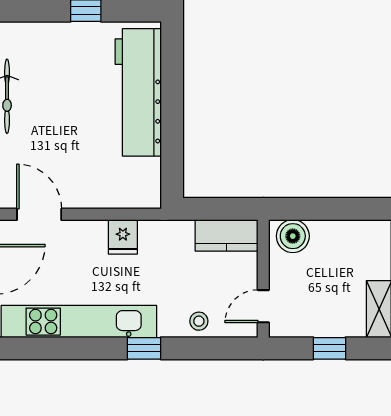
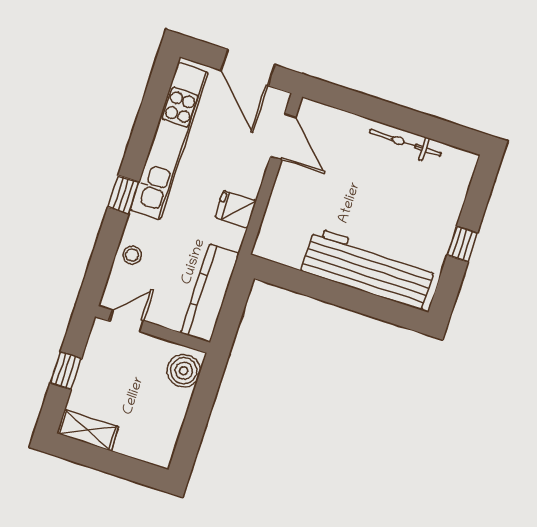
door: (39, 214) -> (283, 137), hinge flipped
kitchen counter: (226, 235) -> (210, 293), width x1.50
door: (263, 306) -> (126, 321), hinge flipped

